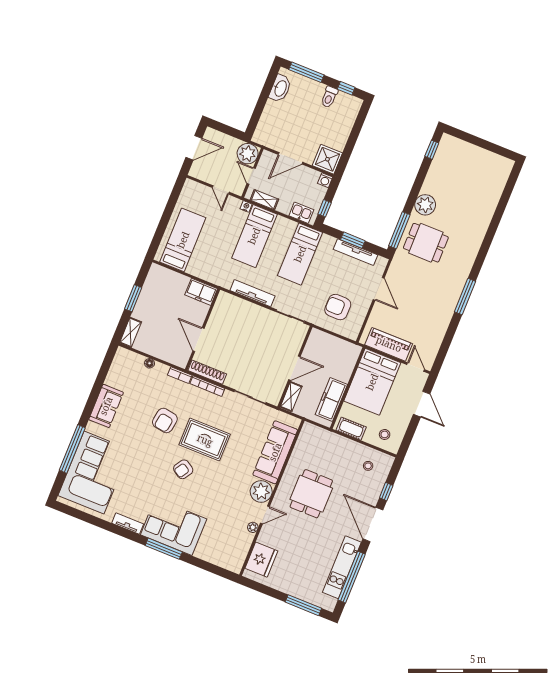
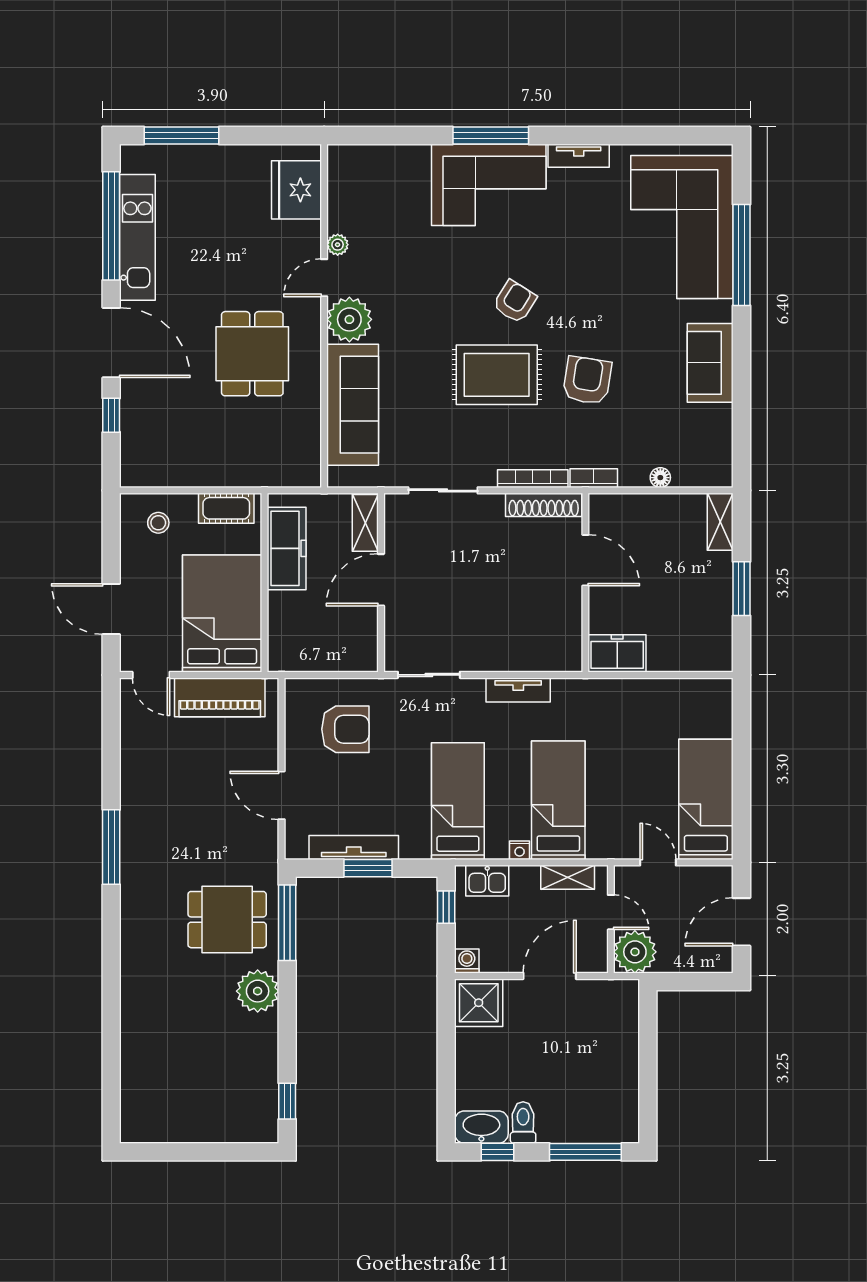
washbasin: (280, 88) -> (481, 1127), moved, turned 90
nightstand: (246, 206) -> (520, 850), moved
bed: (183, 240) -> (706, 799), moved, turned 180
tv unit: (252, 293) -> (518, 690), width x0.71
stool: (368, 466) -> (165, 450), removed

